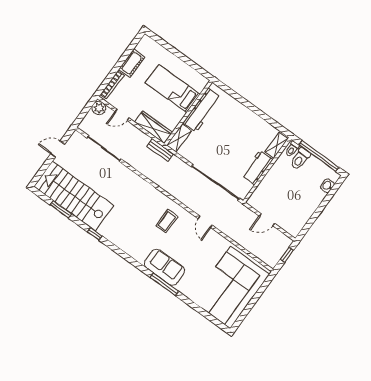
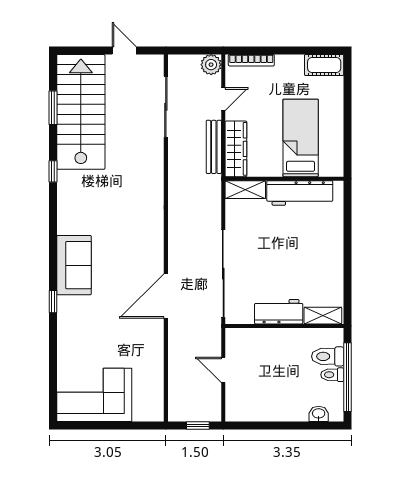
cot: (132, 63) -> (324, 65), moved
door: (122, 115) -> (223, 99), swing flipped
toilet: (292, 149) -> (332, 375), moved
bench: (160, 150) -> (214, 147), moved, width x1.36
coffee table: (167, 221) -> (133, 248), removed
door: (205, 222) -> (166, 296), width x1.87
sofa: (164, 267) -> (74, 265), moved
window: (164, 284) -> (53, 302), width x0.46
corner sofa: (230, 287) -> (94, 395), width x0.73, depth x0.74

